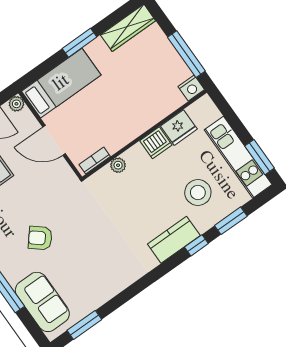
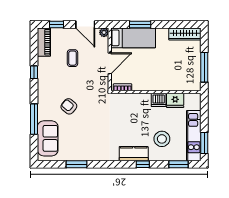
window: (80, 43) -> (140, 24), moved
nightstand: (191, 88) -> (195, 85), removed
door: (54, 140) -> (110, 63), swing flipped
plant: (118, 165) -> (132, 98), removed
window: (231, 221) -> (178, 164), moved
window: (84, 325) -> (77, 164), moved

